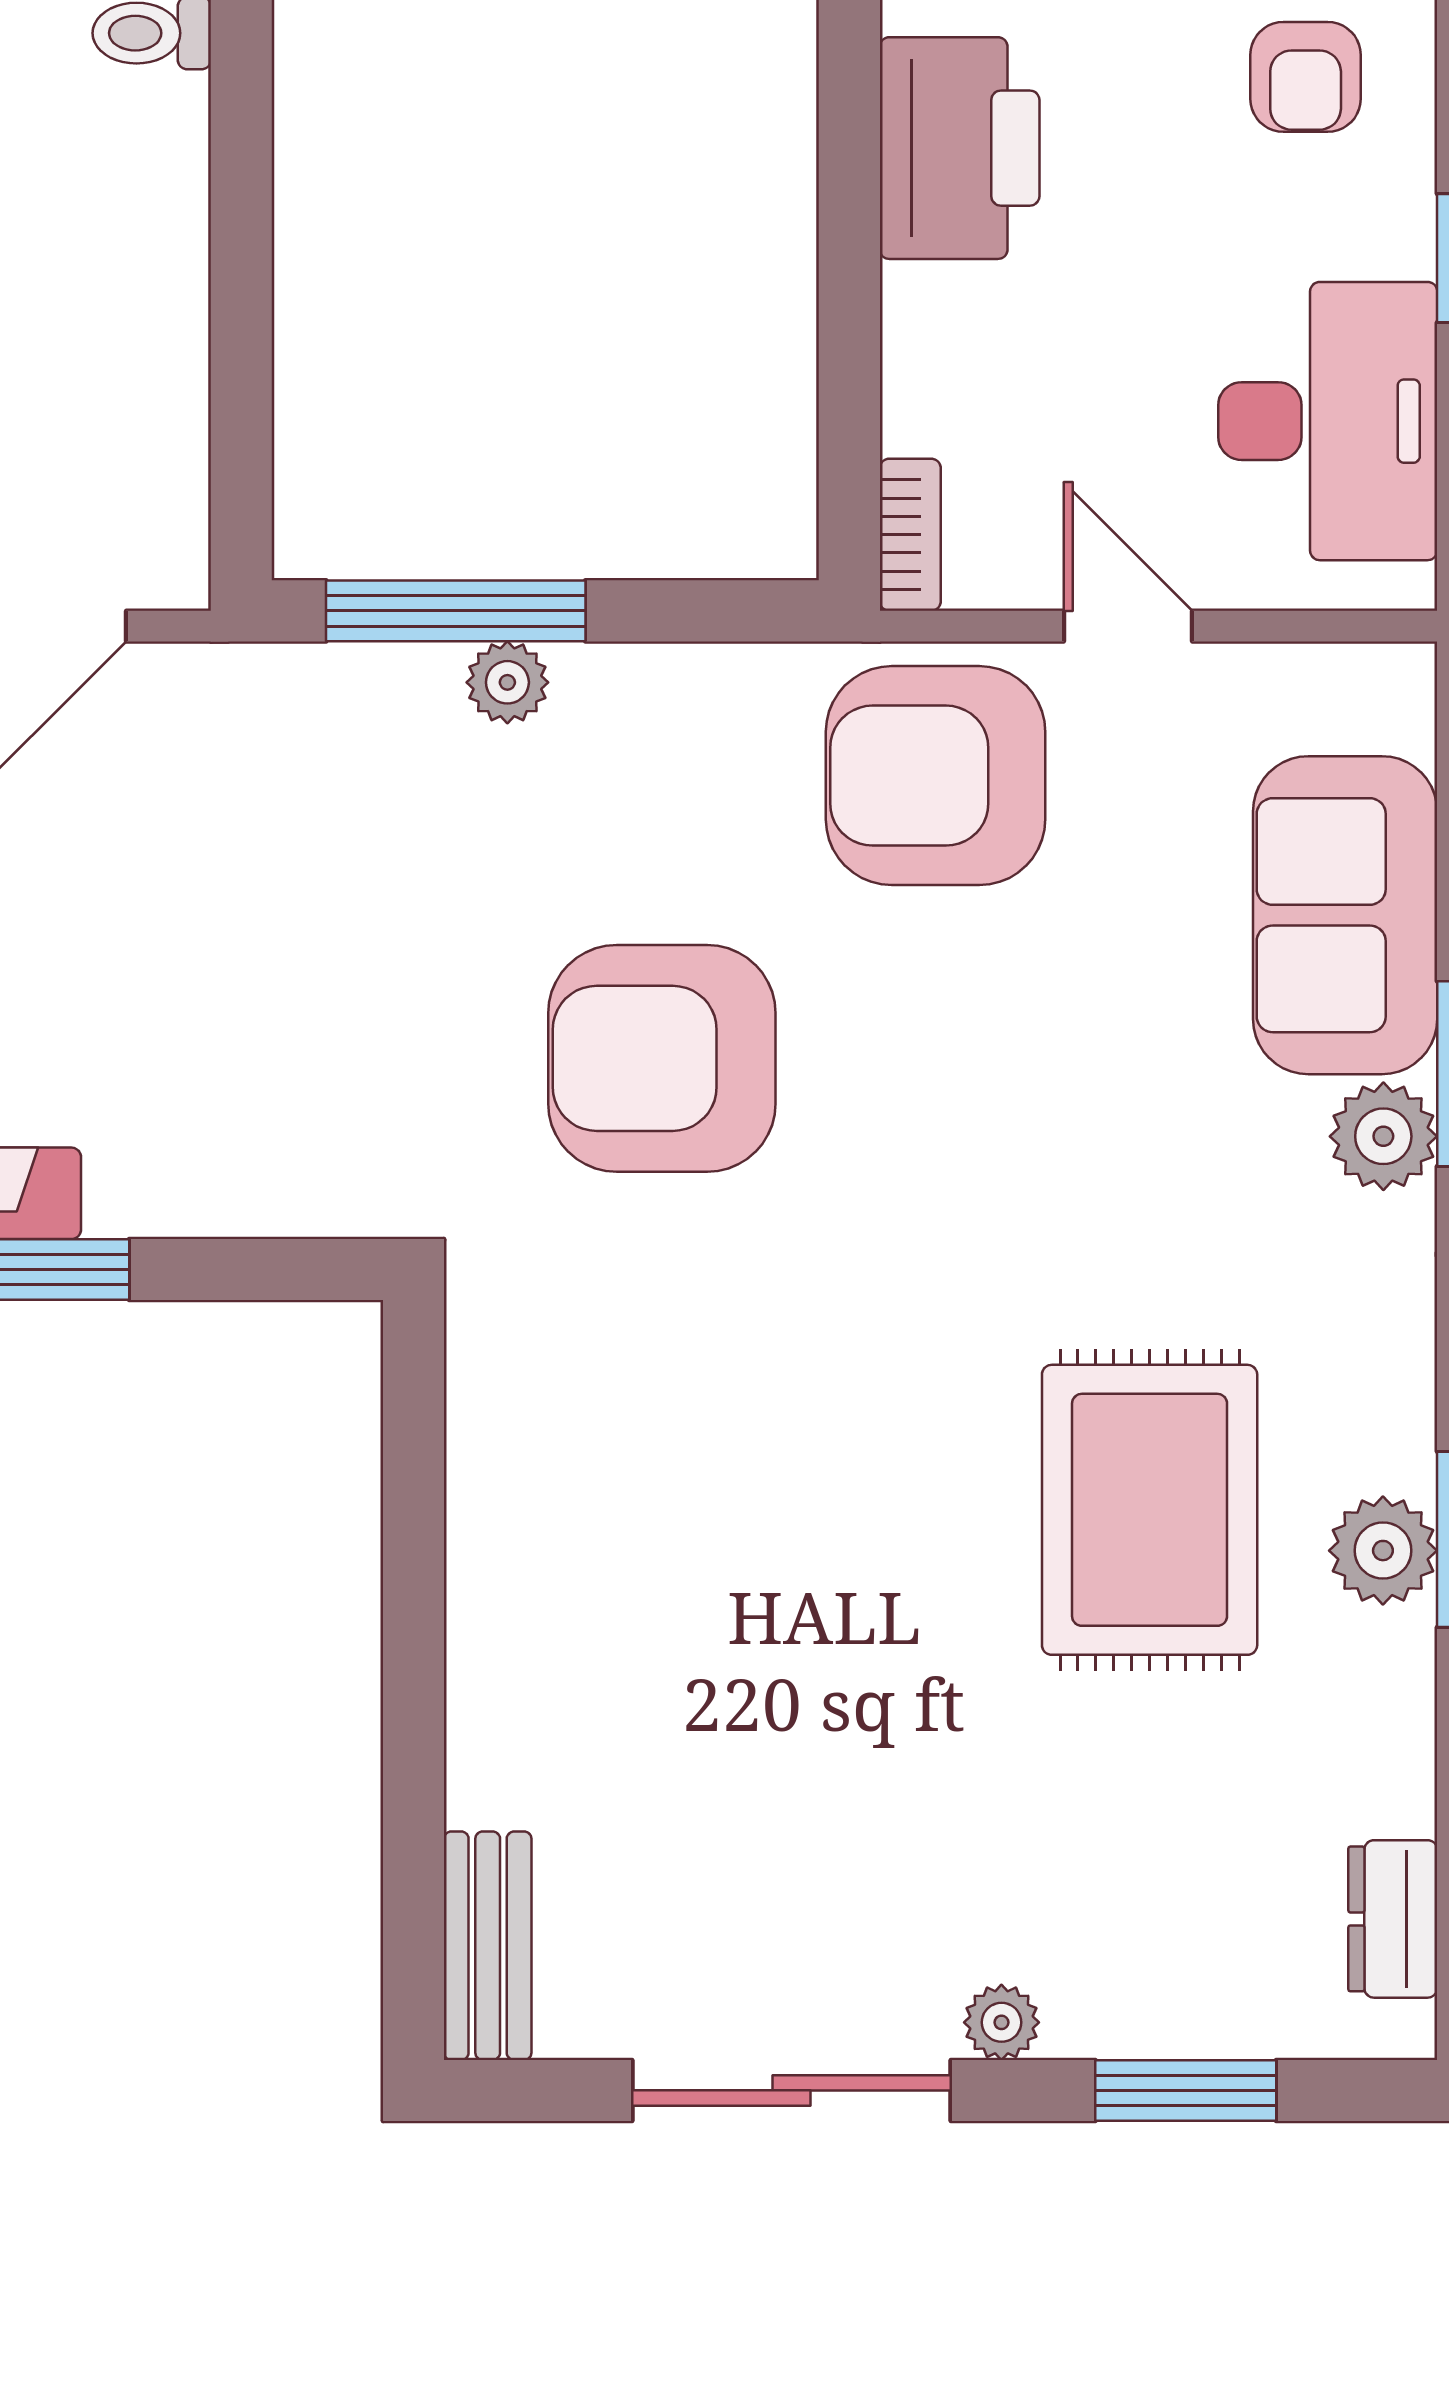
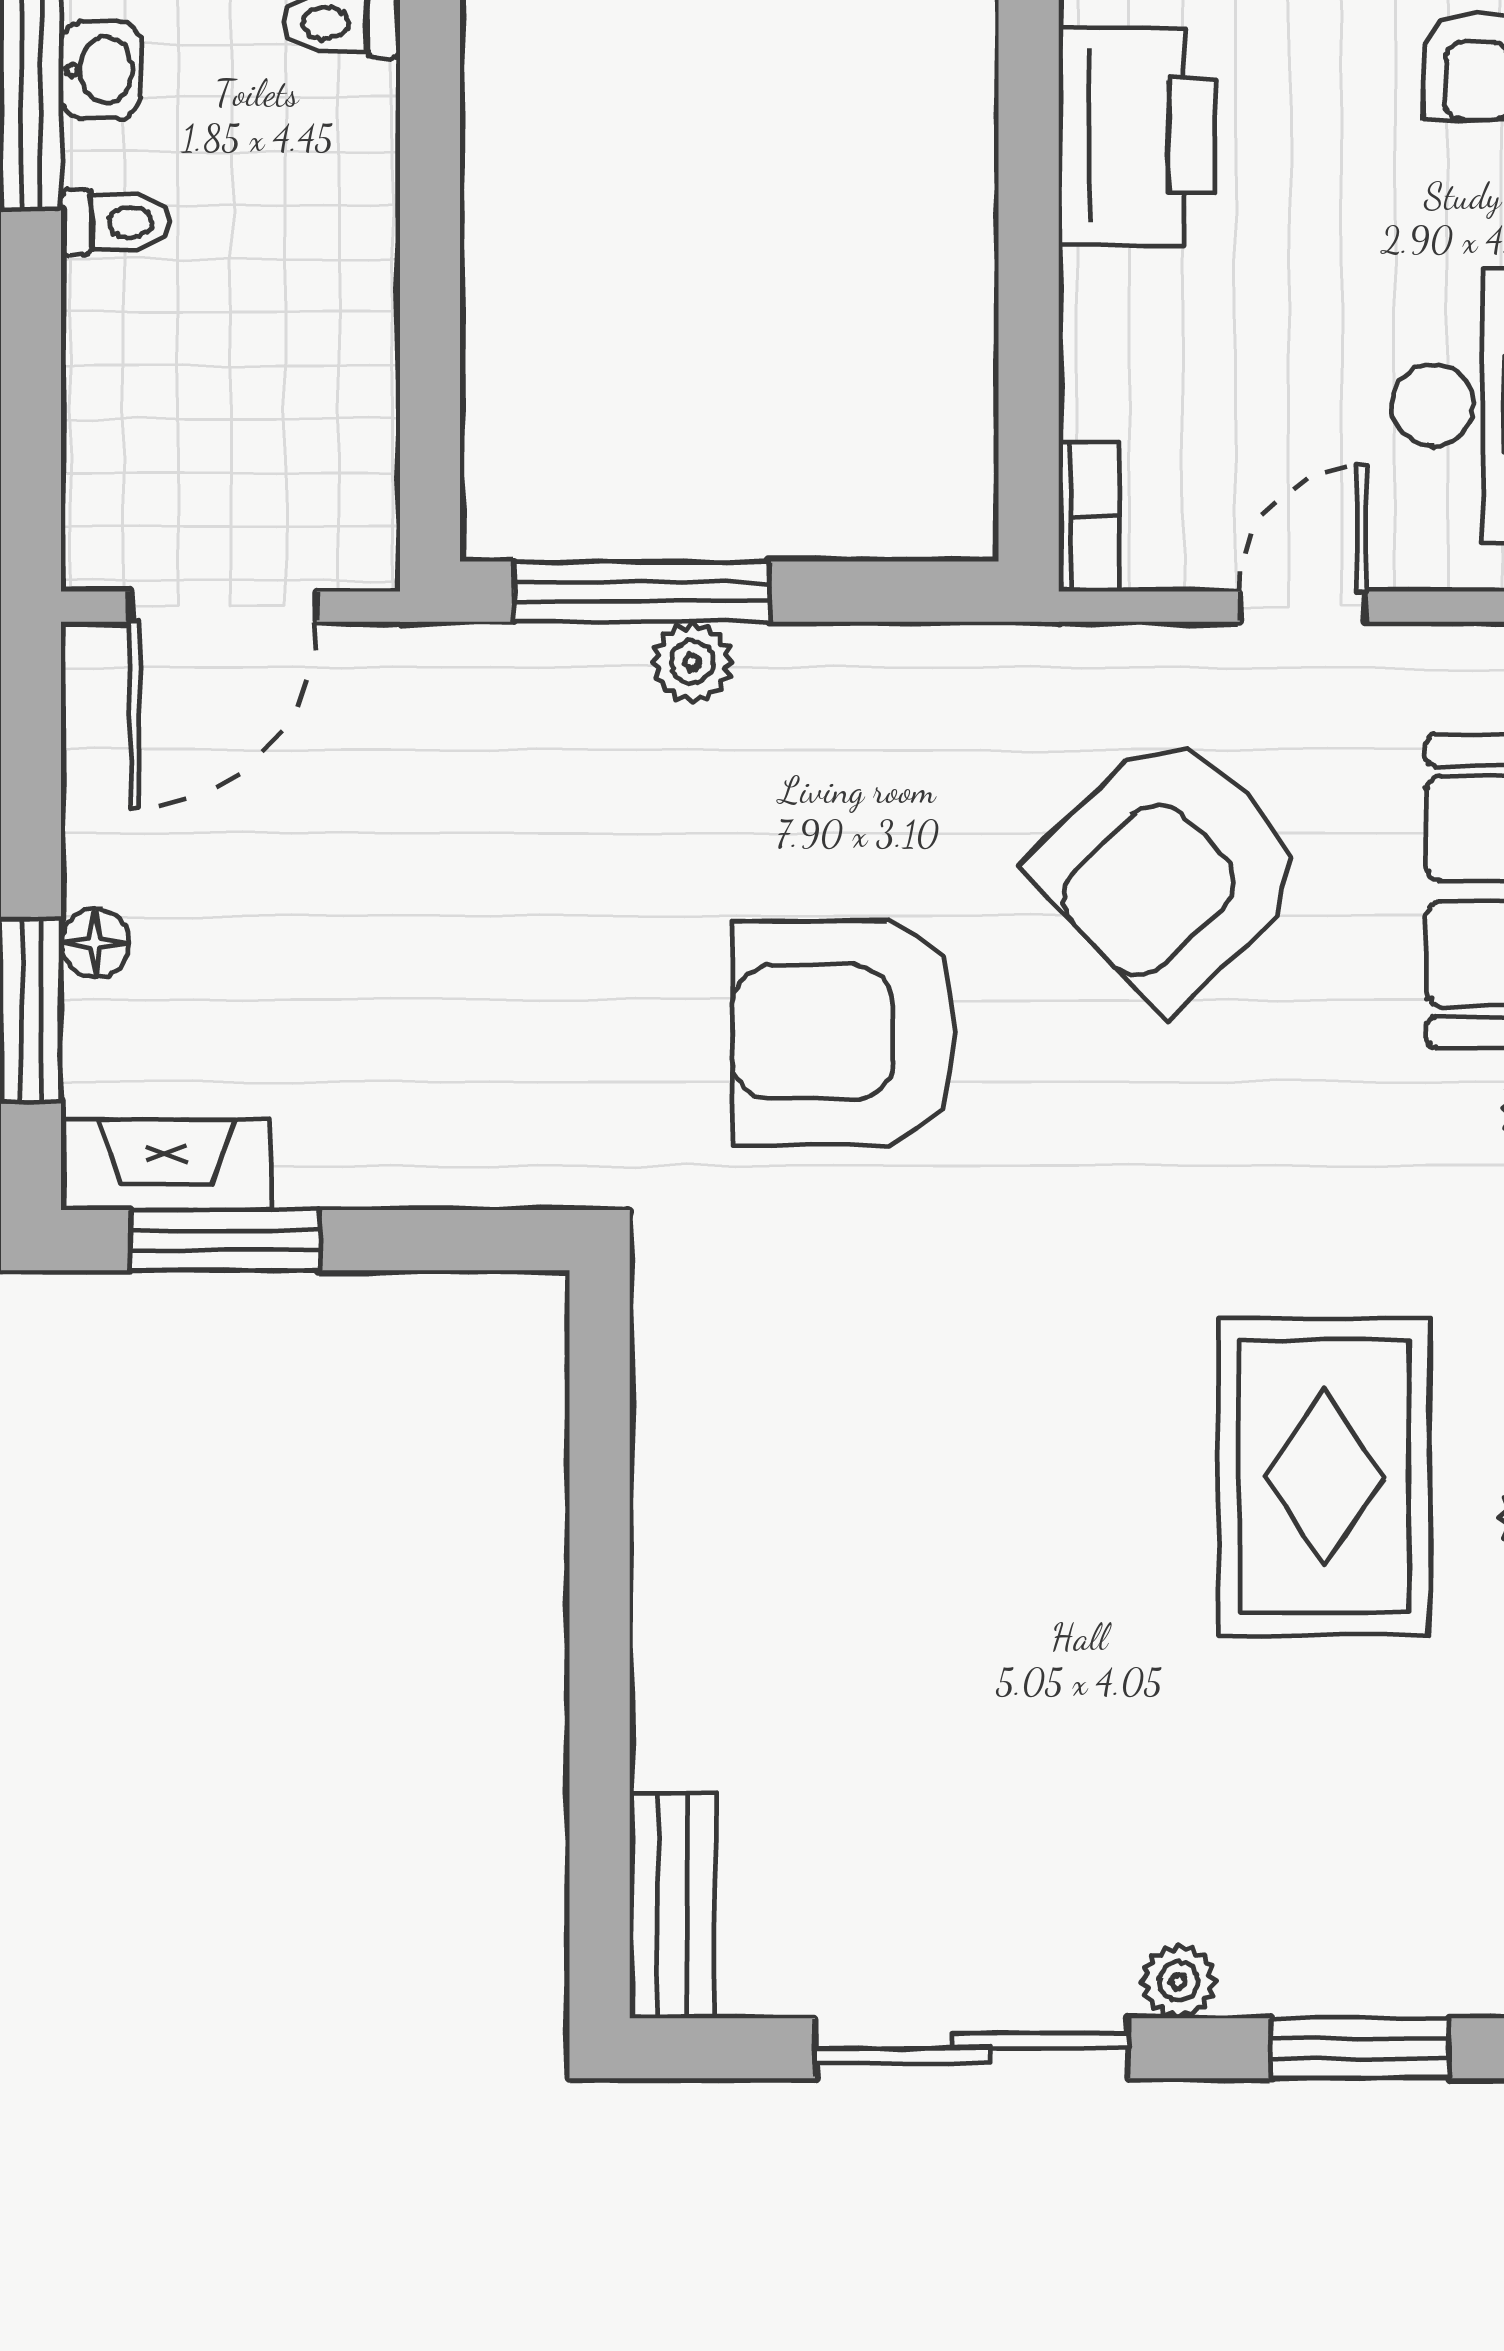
door: (1128, 626) -> (1303, 607), hinge flipped
armchair: (936, 776) -> (1170, 869), moved, turned -44

